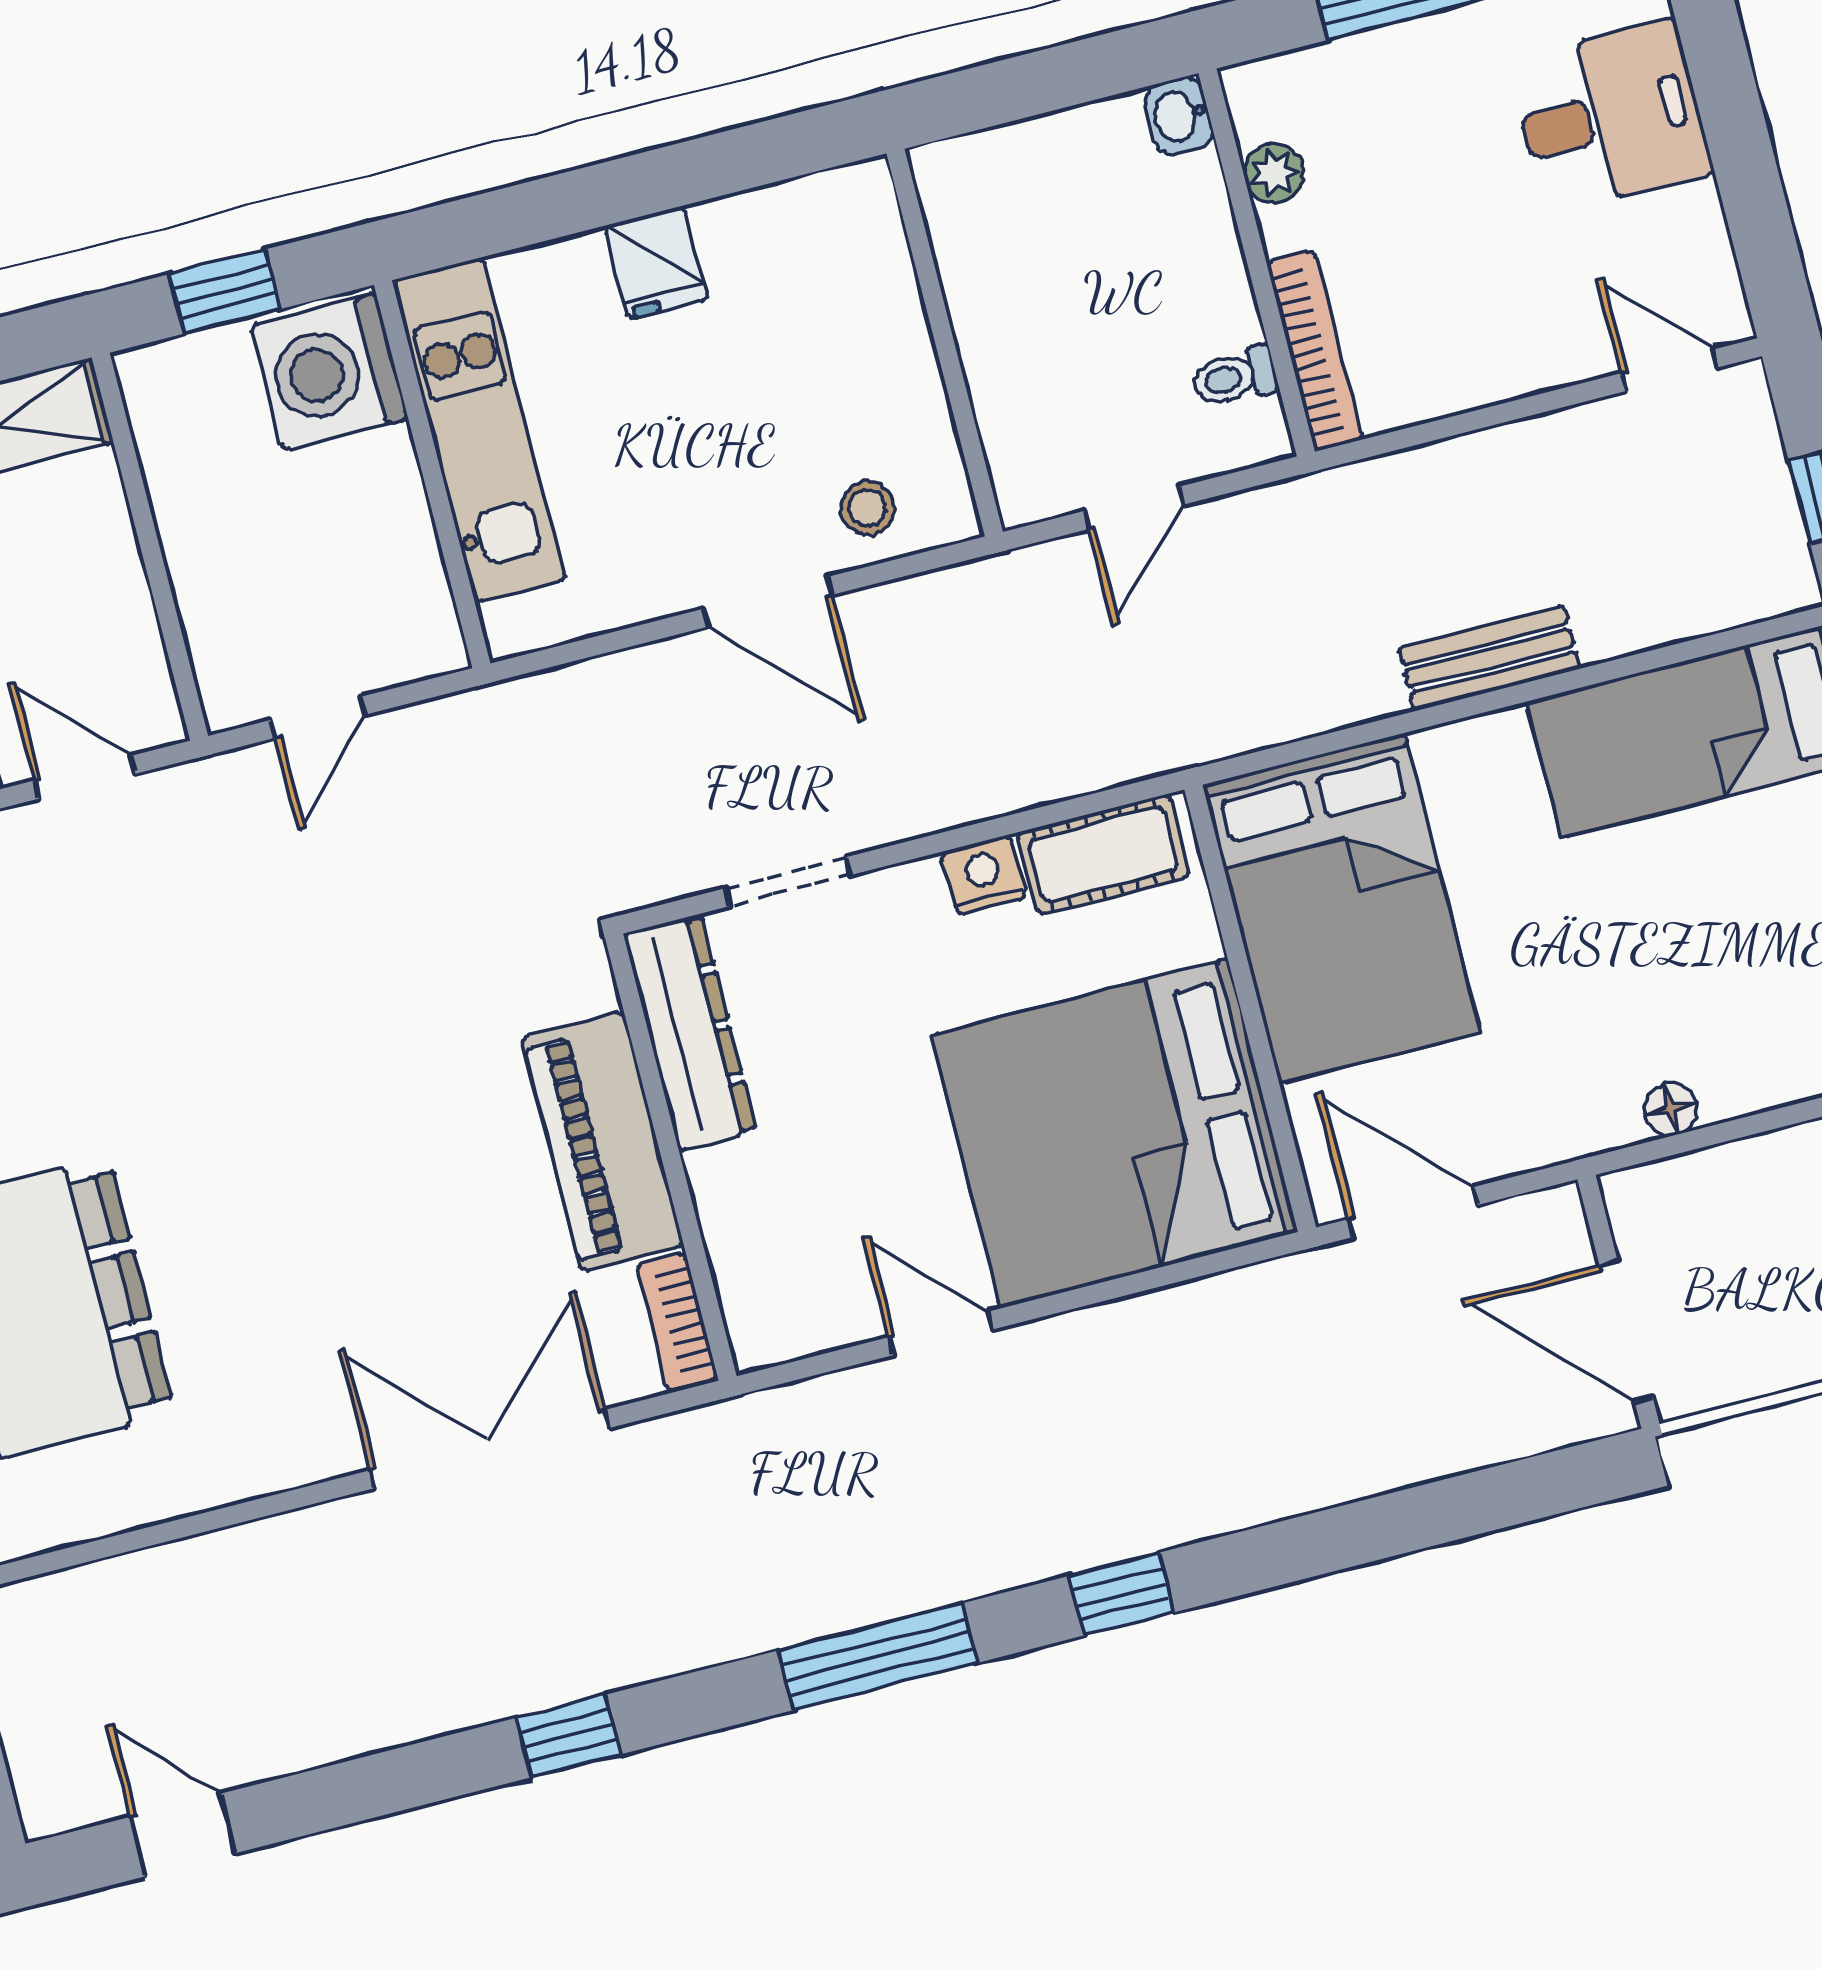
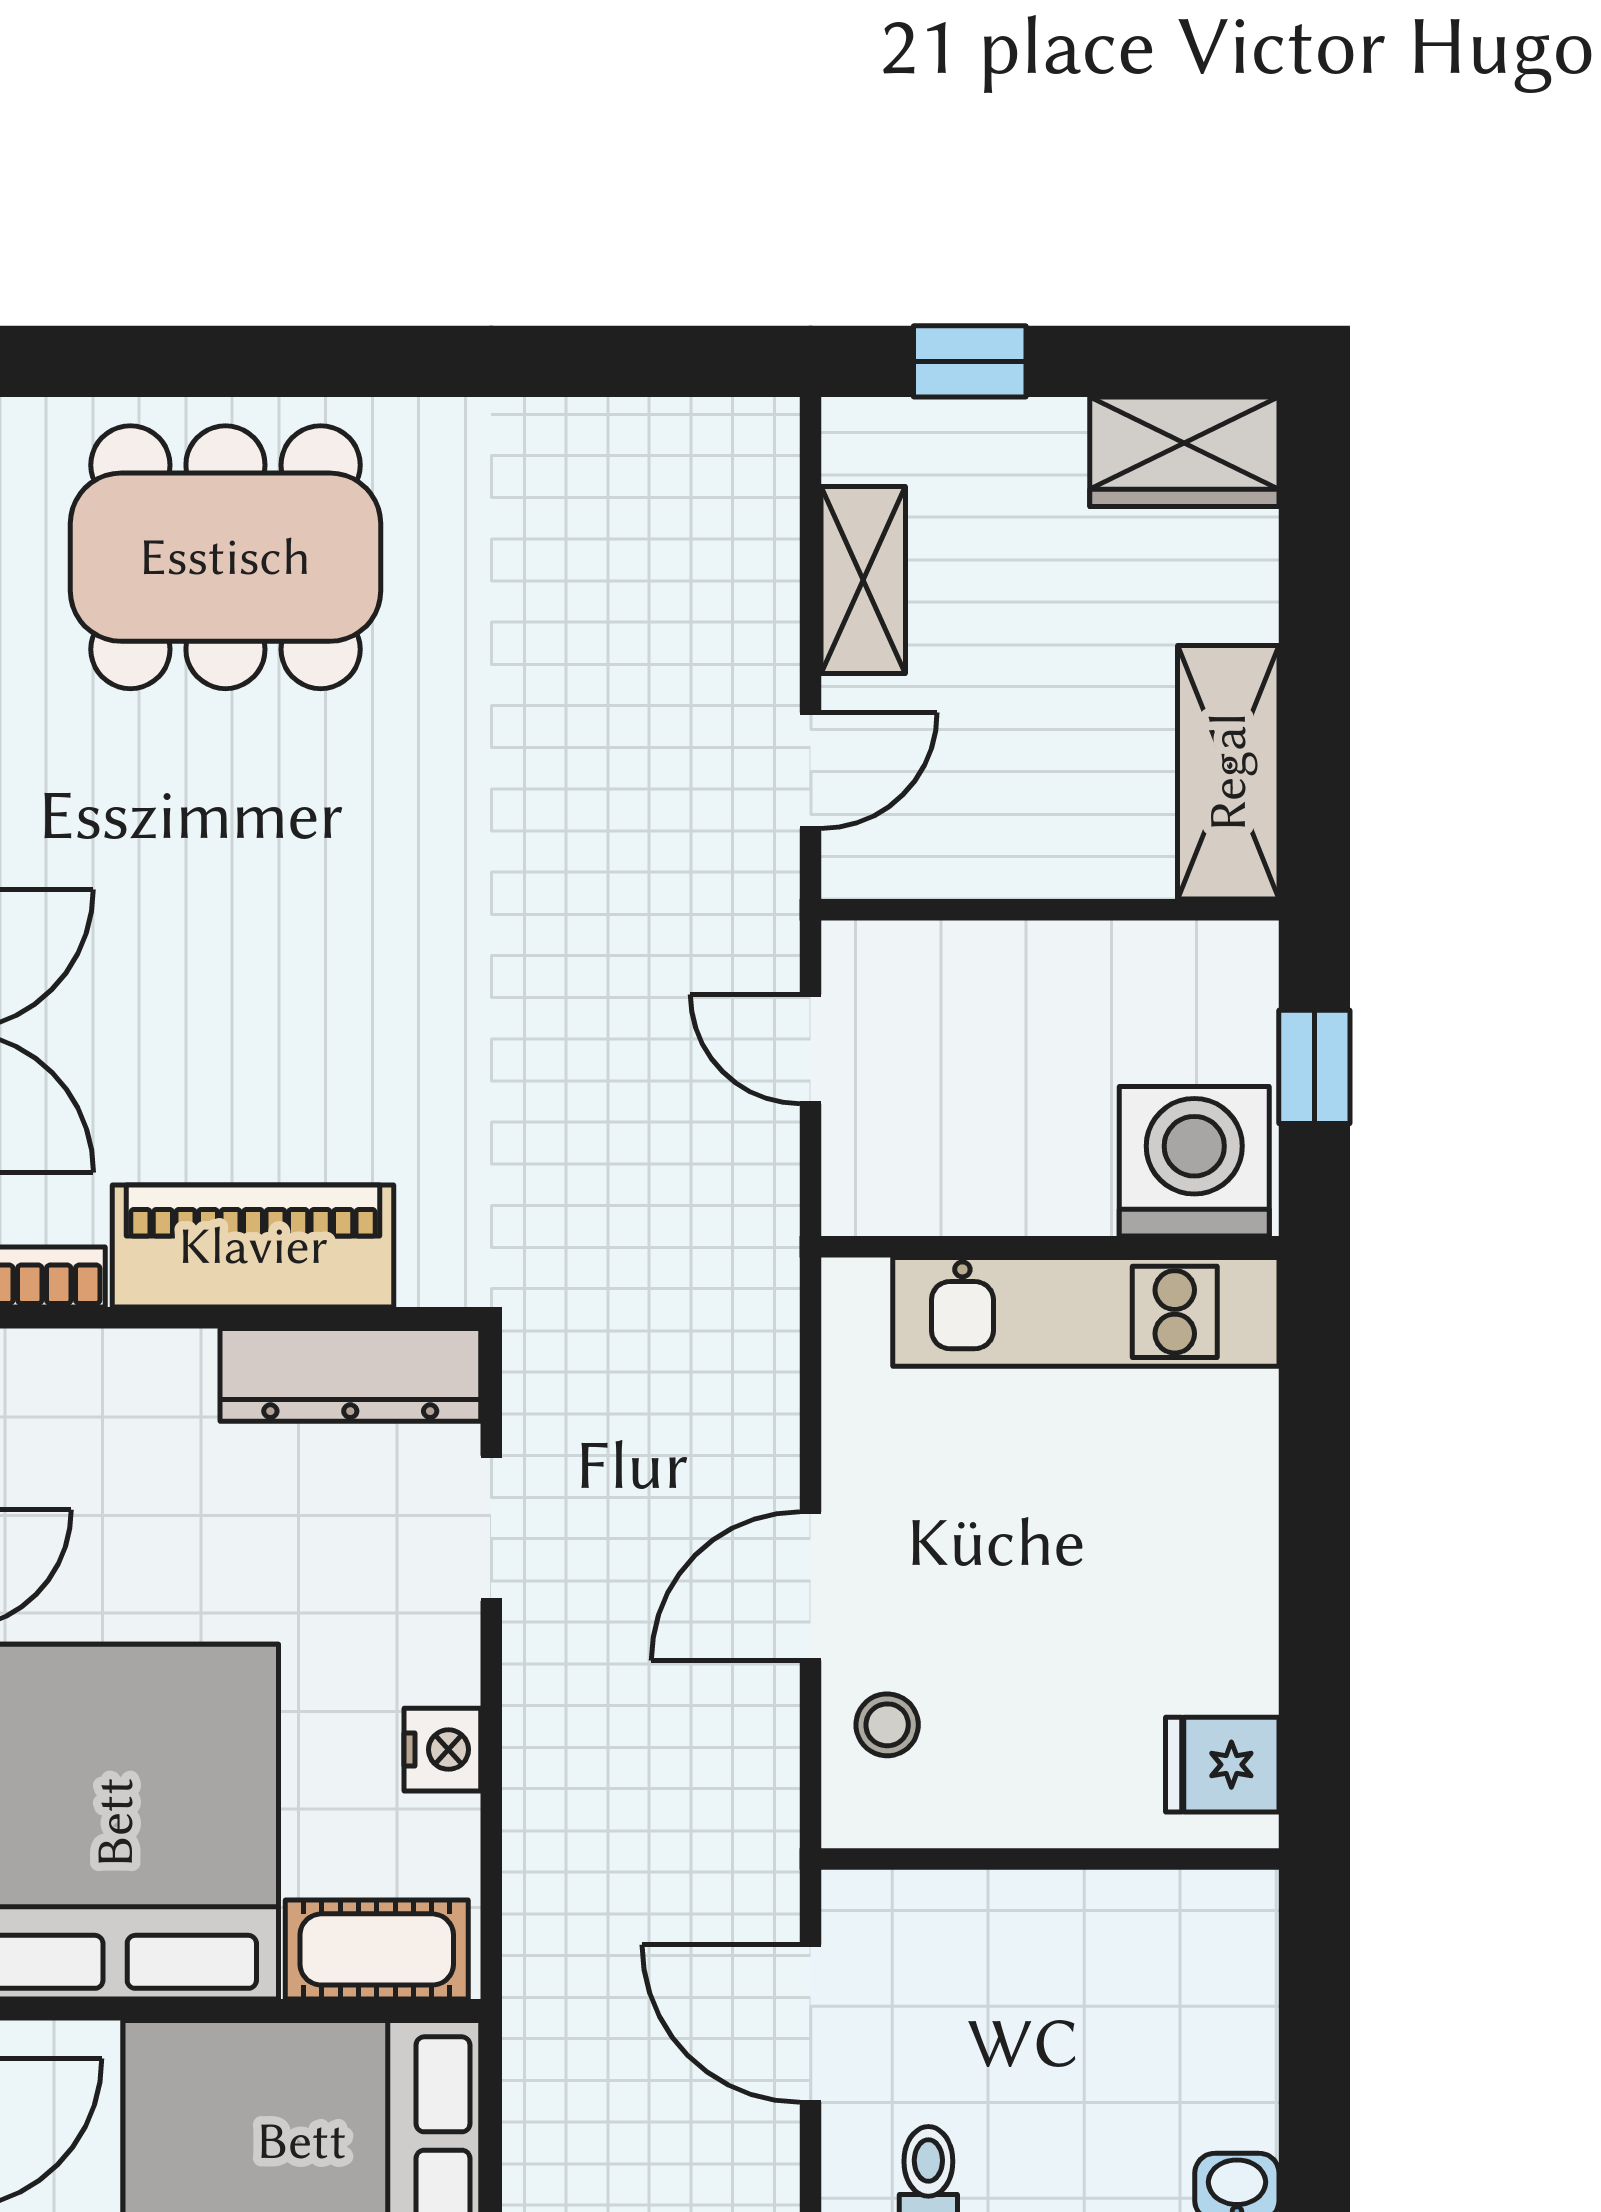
fridge: (656, 263) -> (1222, 1765), moved
door: (1134, 508) -> (811, 2023), width x1.38
cot: (1103, 854) -> (377, 1949), moved, turned 90

